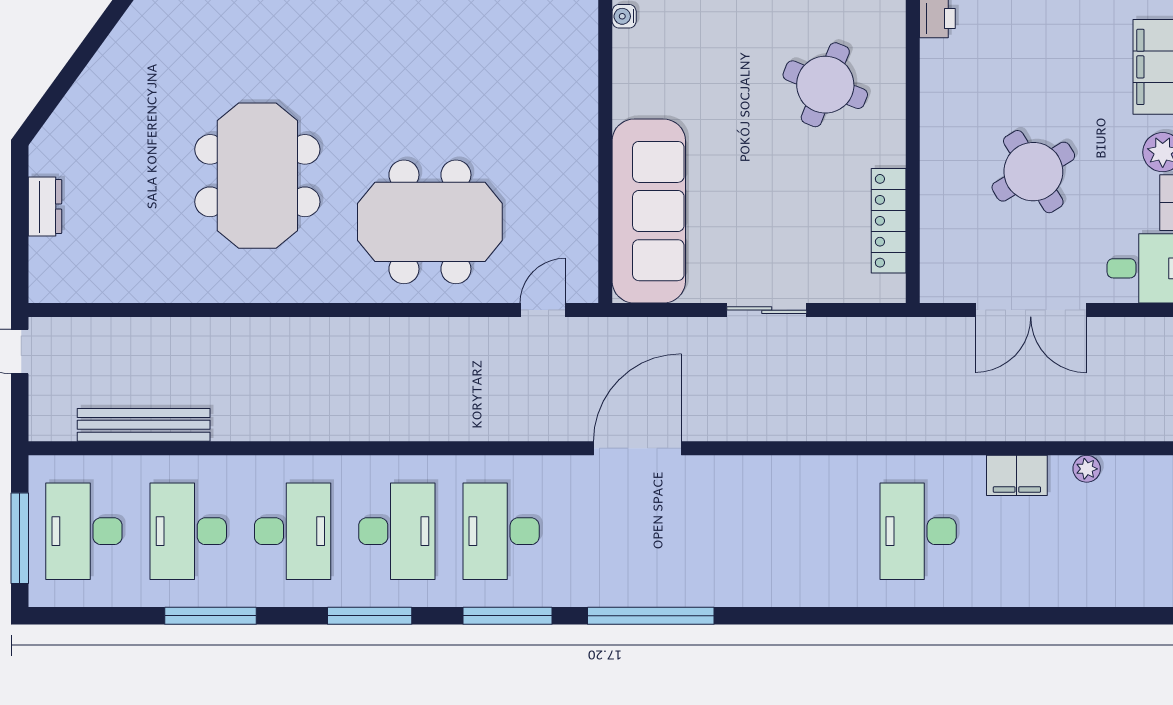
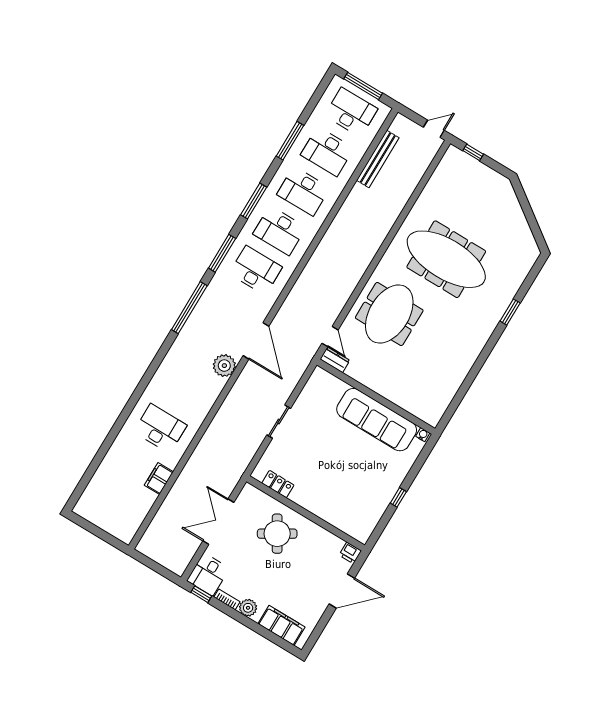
round table: (825, 85) -> (351, 495), removed
round table: (1033, 172) -> (277, 534), moved
meeting table: (257, 176) -> (446, 259), width x1.36
dresser: (45, 207) -> (335, 360), moved, turned 180
sofa: (649, 211) -> (377, 420), moved
locker: (889, 221) -> (278, 484), width x0.66
window: (20, 248) -> (473, 152), added
plant: (1087, 469) -> (224, 366), moved, width x1.88, depth x1.88
desk: (188, 531) -> (327, 152), turned 180

